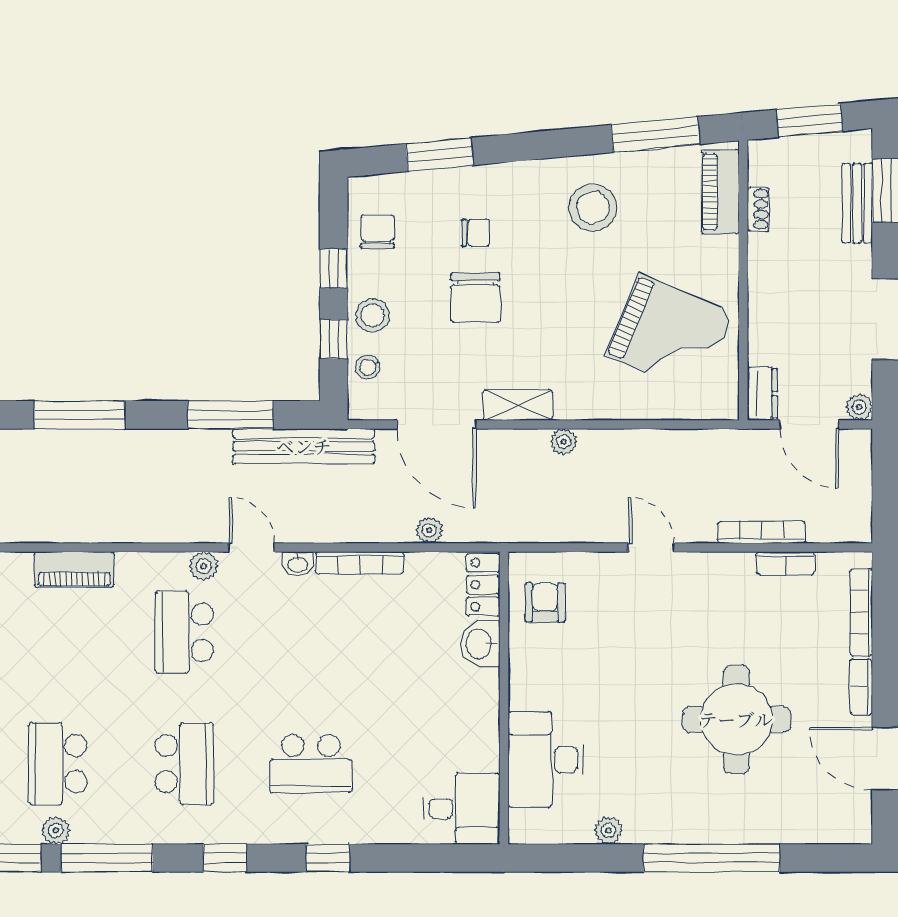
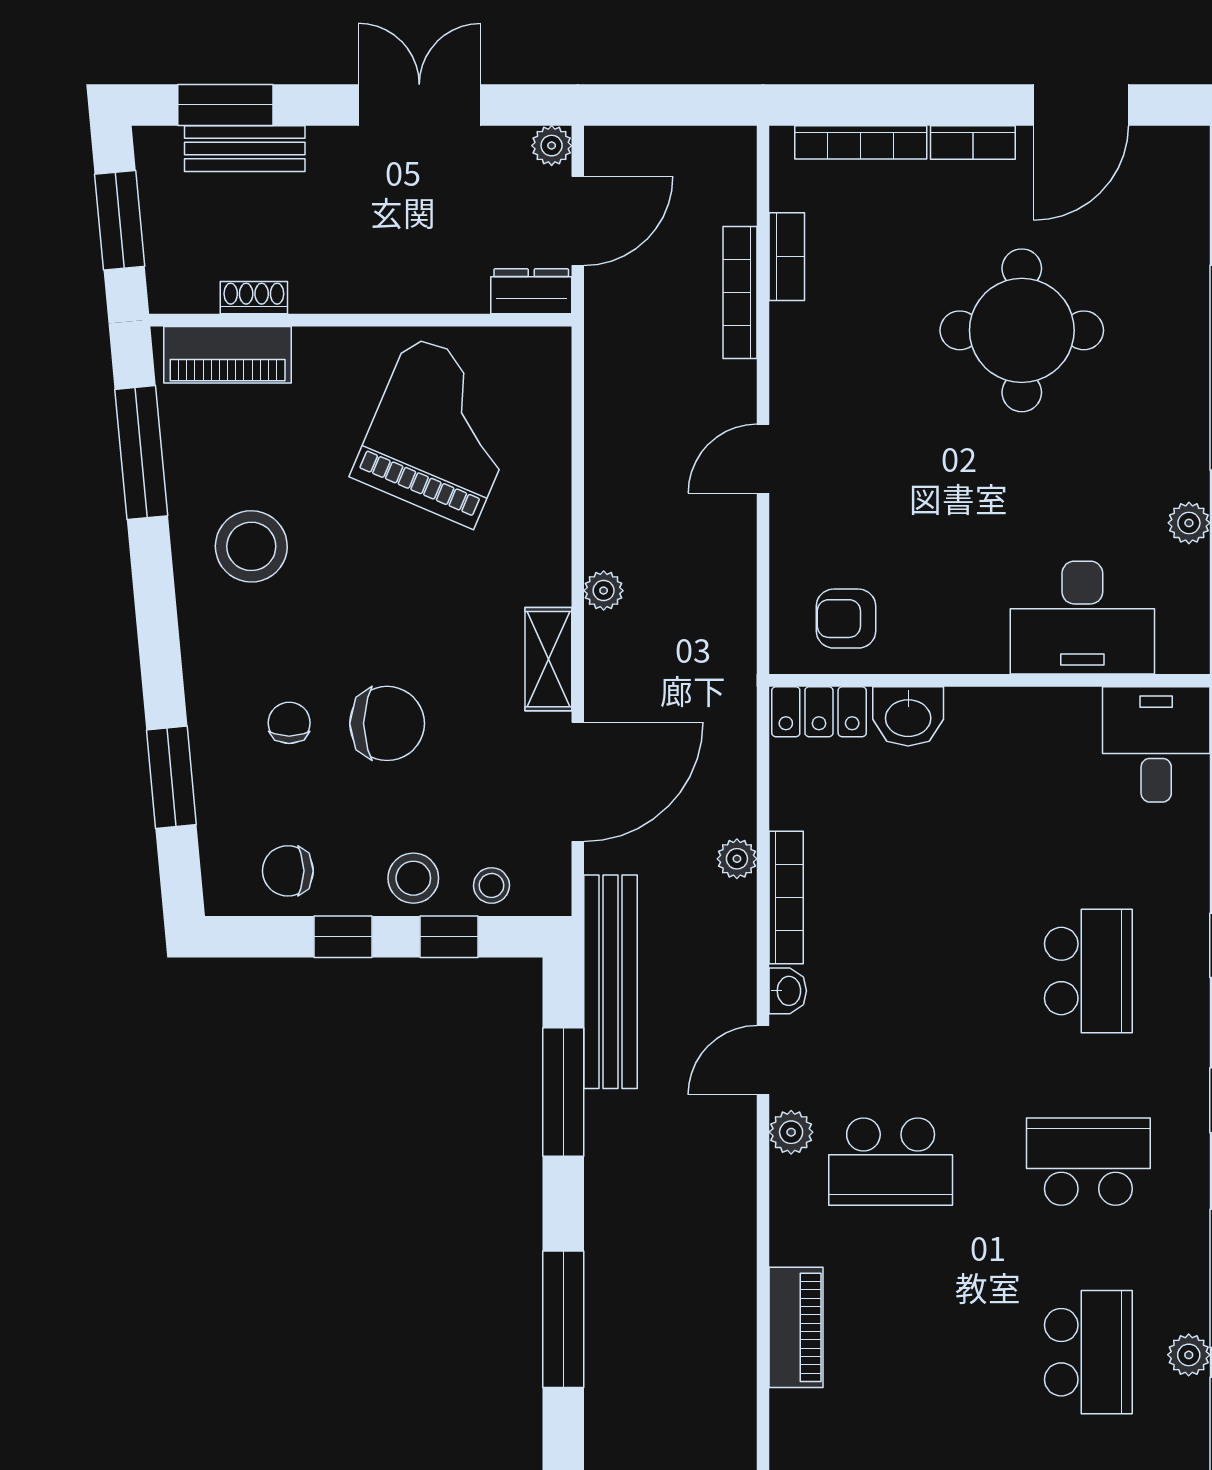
plant: (429, 530) -> (737, 859), moved
school desk: (58, 764) -> (1088, 1352), turned -90

